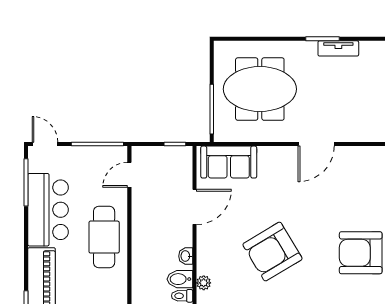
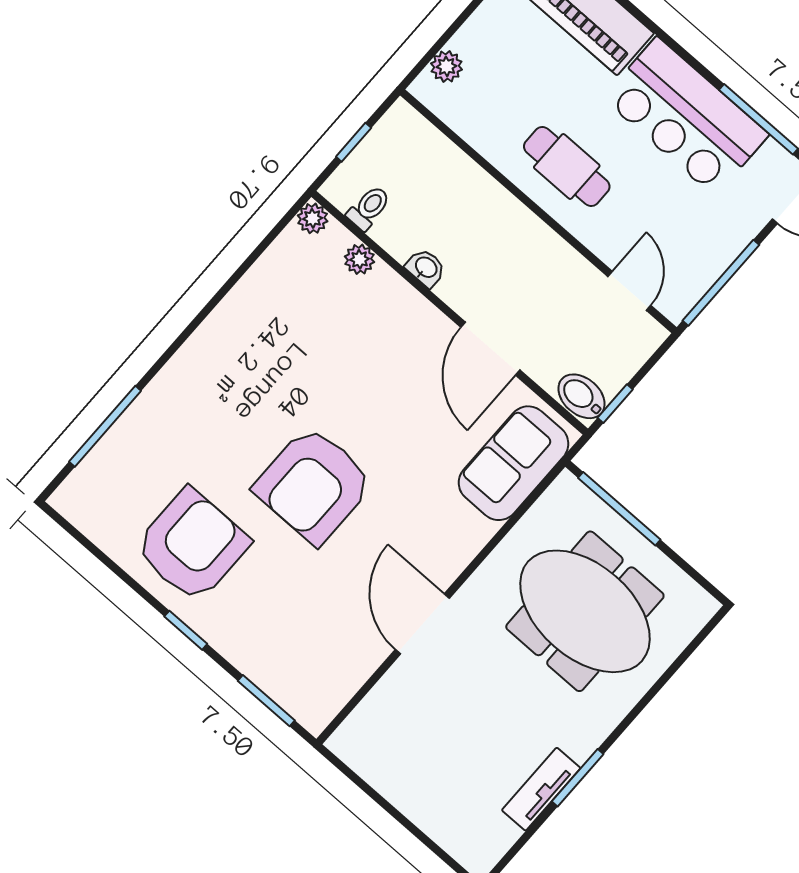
meeting table: (260, 89) -> (585, 611), turned 90
cafe table: (104, 237) -> (567, 166), width x0.73, depth x0.74
armchair: (273, 252) -> (314, 485), moved, turned -149
bidet: (180, 279) -> (581, 396), moved, turned -90

